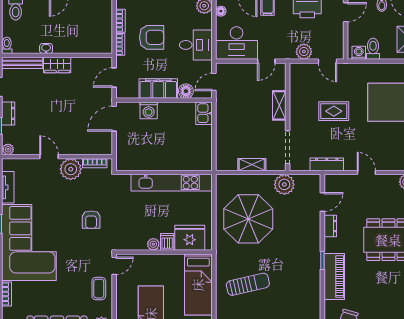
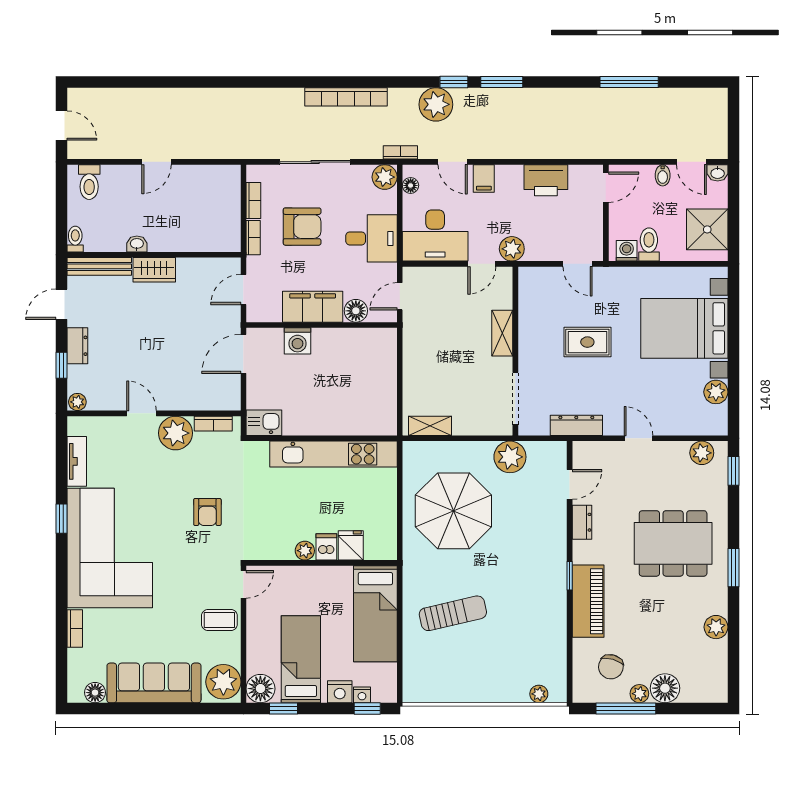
plant: (304, 52) -> (512, 249), moved
kitchen sink: (204, 113) -> (264, 423), moved, turned 90
shelving: (252, 165) -> (430, 426), moved
fridge: (190, 238) -> (351, 545), width x0.53, depth x0.75
coffee table: (99, 289) -> (219, 620), turned 90

